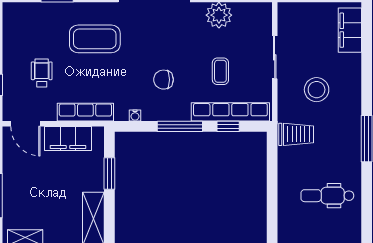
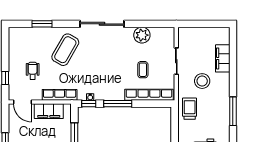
filing cabinet: (350, 30) -> (223, 58), moved
coffee table: (95, 39) -> (65, 50), turned -60
chair: (163, 80) -> (108, 75), removed
window: (228, 126) -> (89, 104), moved
trolley: (296, 134) -> (190, 109), turned -90

